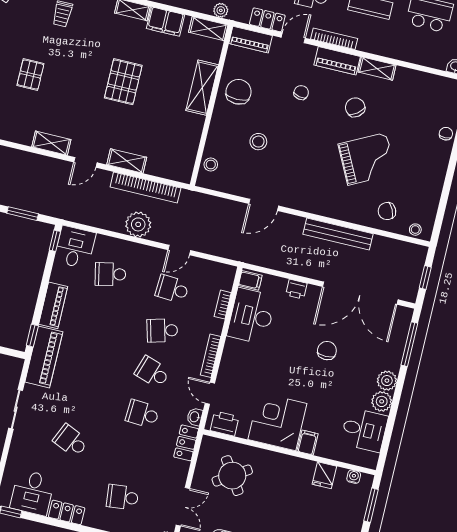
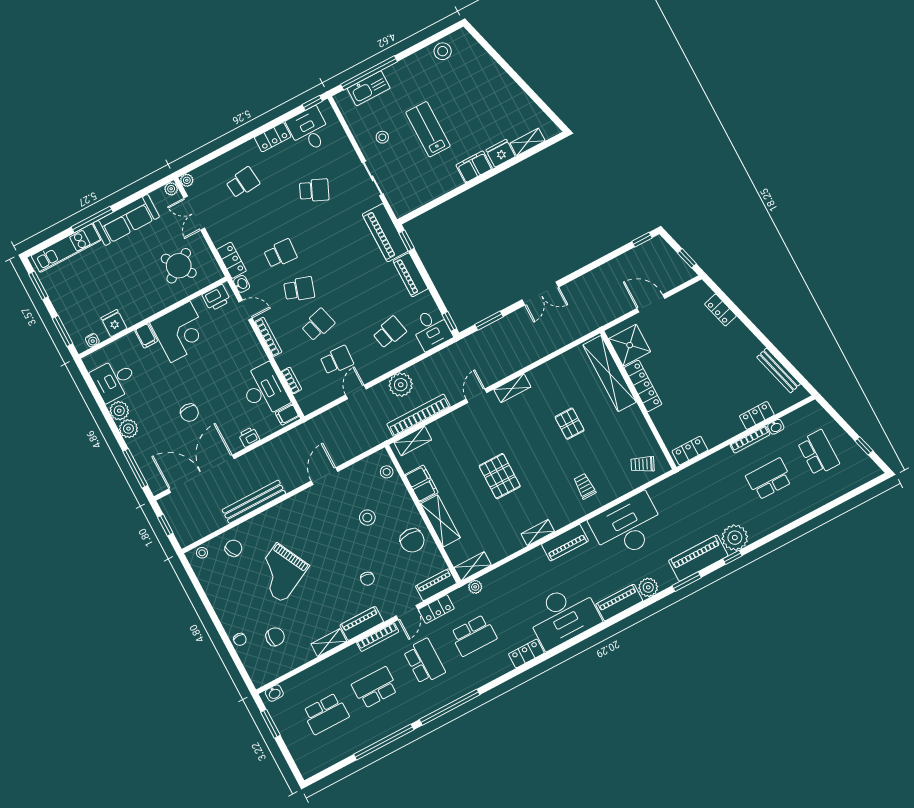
filing cabinet: (165, 22) -> (422, 484), moved, turned 90
chair: (355, 107) -> (275, 637), moved, turned -53
shelving: (127, 161) -> (413, 441), moved

